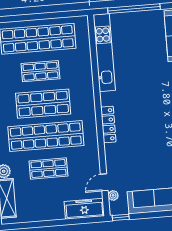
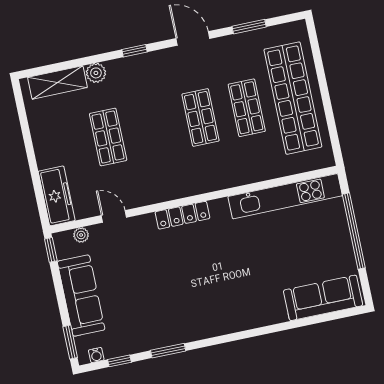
shop shelf: (43, 104) -> (201, 118), width x0.70, depth x0.74
shop shelf: (46, 136) -> (154, 127), removed
door: (104, 182) -> (114, 216), moved

